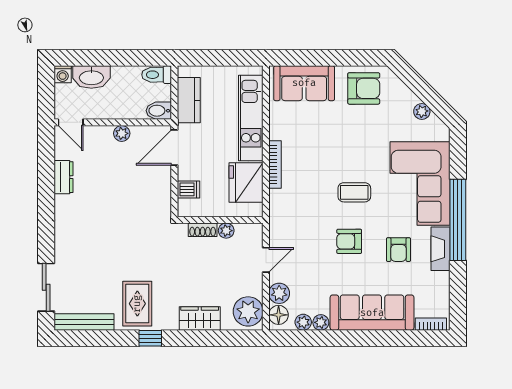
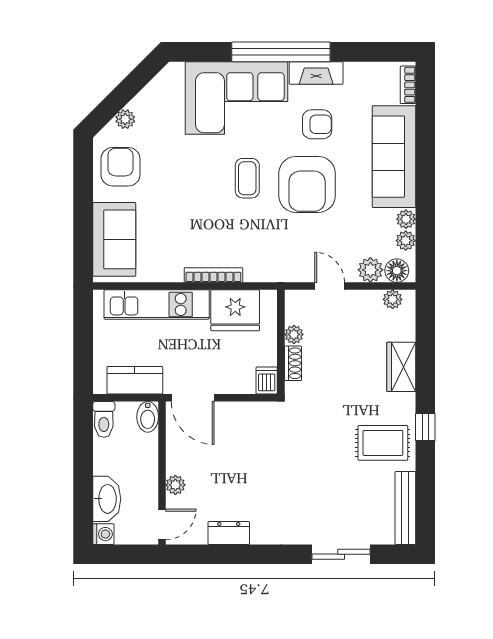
plant: (422, 111) -> (125, 119), moved
plant: (122, 133) -> (175, 485), moved
dishwasher: (188, 189) -> (267, 380), moved
armchair: (349, 241) -> (307, 184), width x1.88, depth x1.88
sliding door: (46, 287) -> (341, 554), moved
plant: (248, 311) -> (393, 299), width x0.53, depth x0.53

